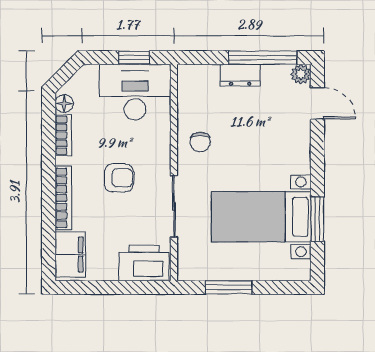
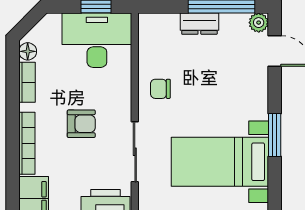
chair: (200, 142) -> (160, 89), turned 90
window: (317, 219) -> (275, 135), moved

